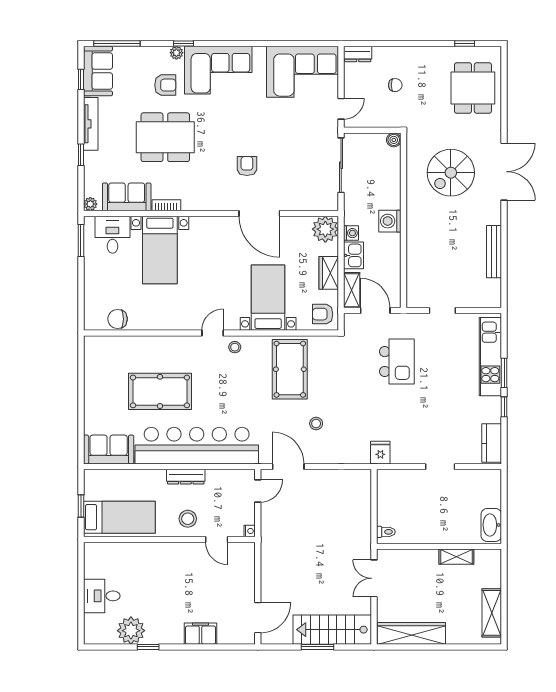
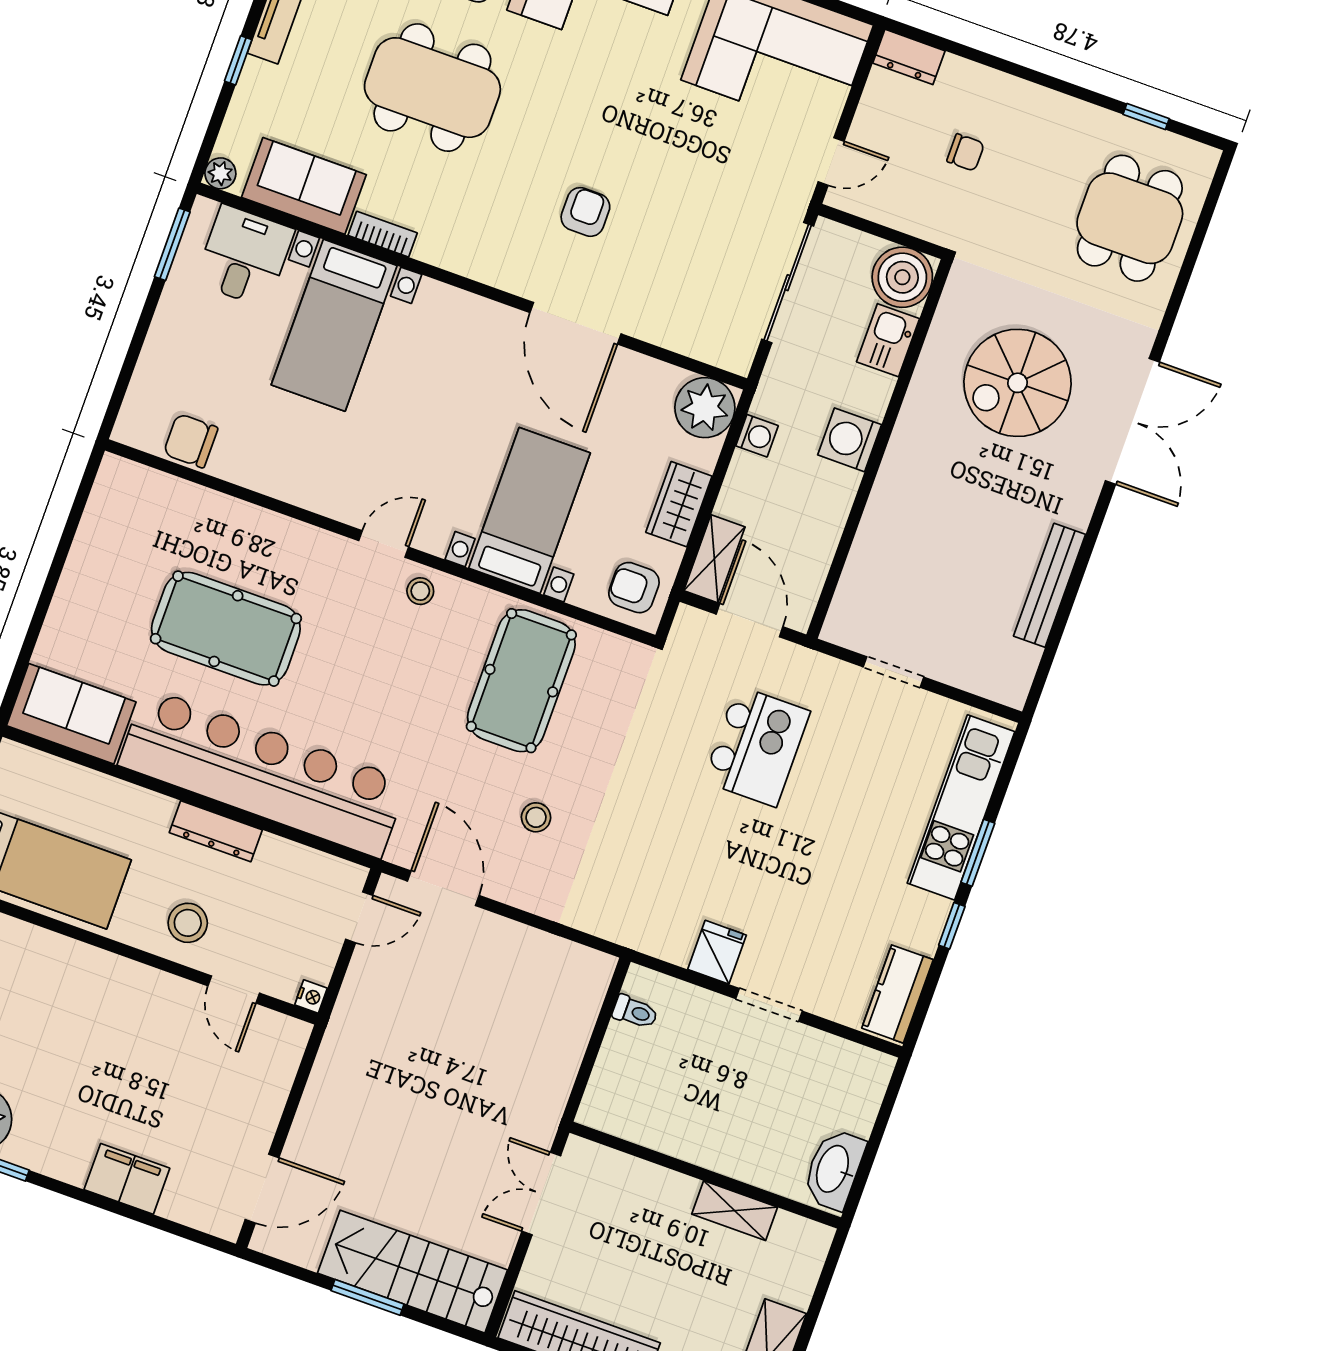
boiler: (394, 140) -> (902, 277), width x1.86, depth x1.86
kitchen sink: (353, 255) -> (888, 340), moved, turned 180
fridge: (380, 453) -> (717, 952), moved
toilet: (386, 532) -> (635, 1012), moved

